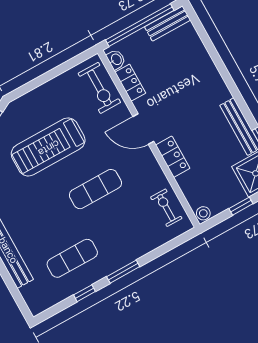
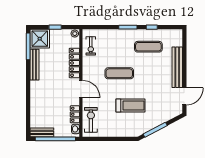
treadmill: (48, 147) -> (131, 106), width x0.73, depth x0.73
locker: (173, 157) -> (74, 63), width x1.53

